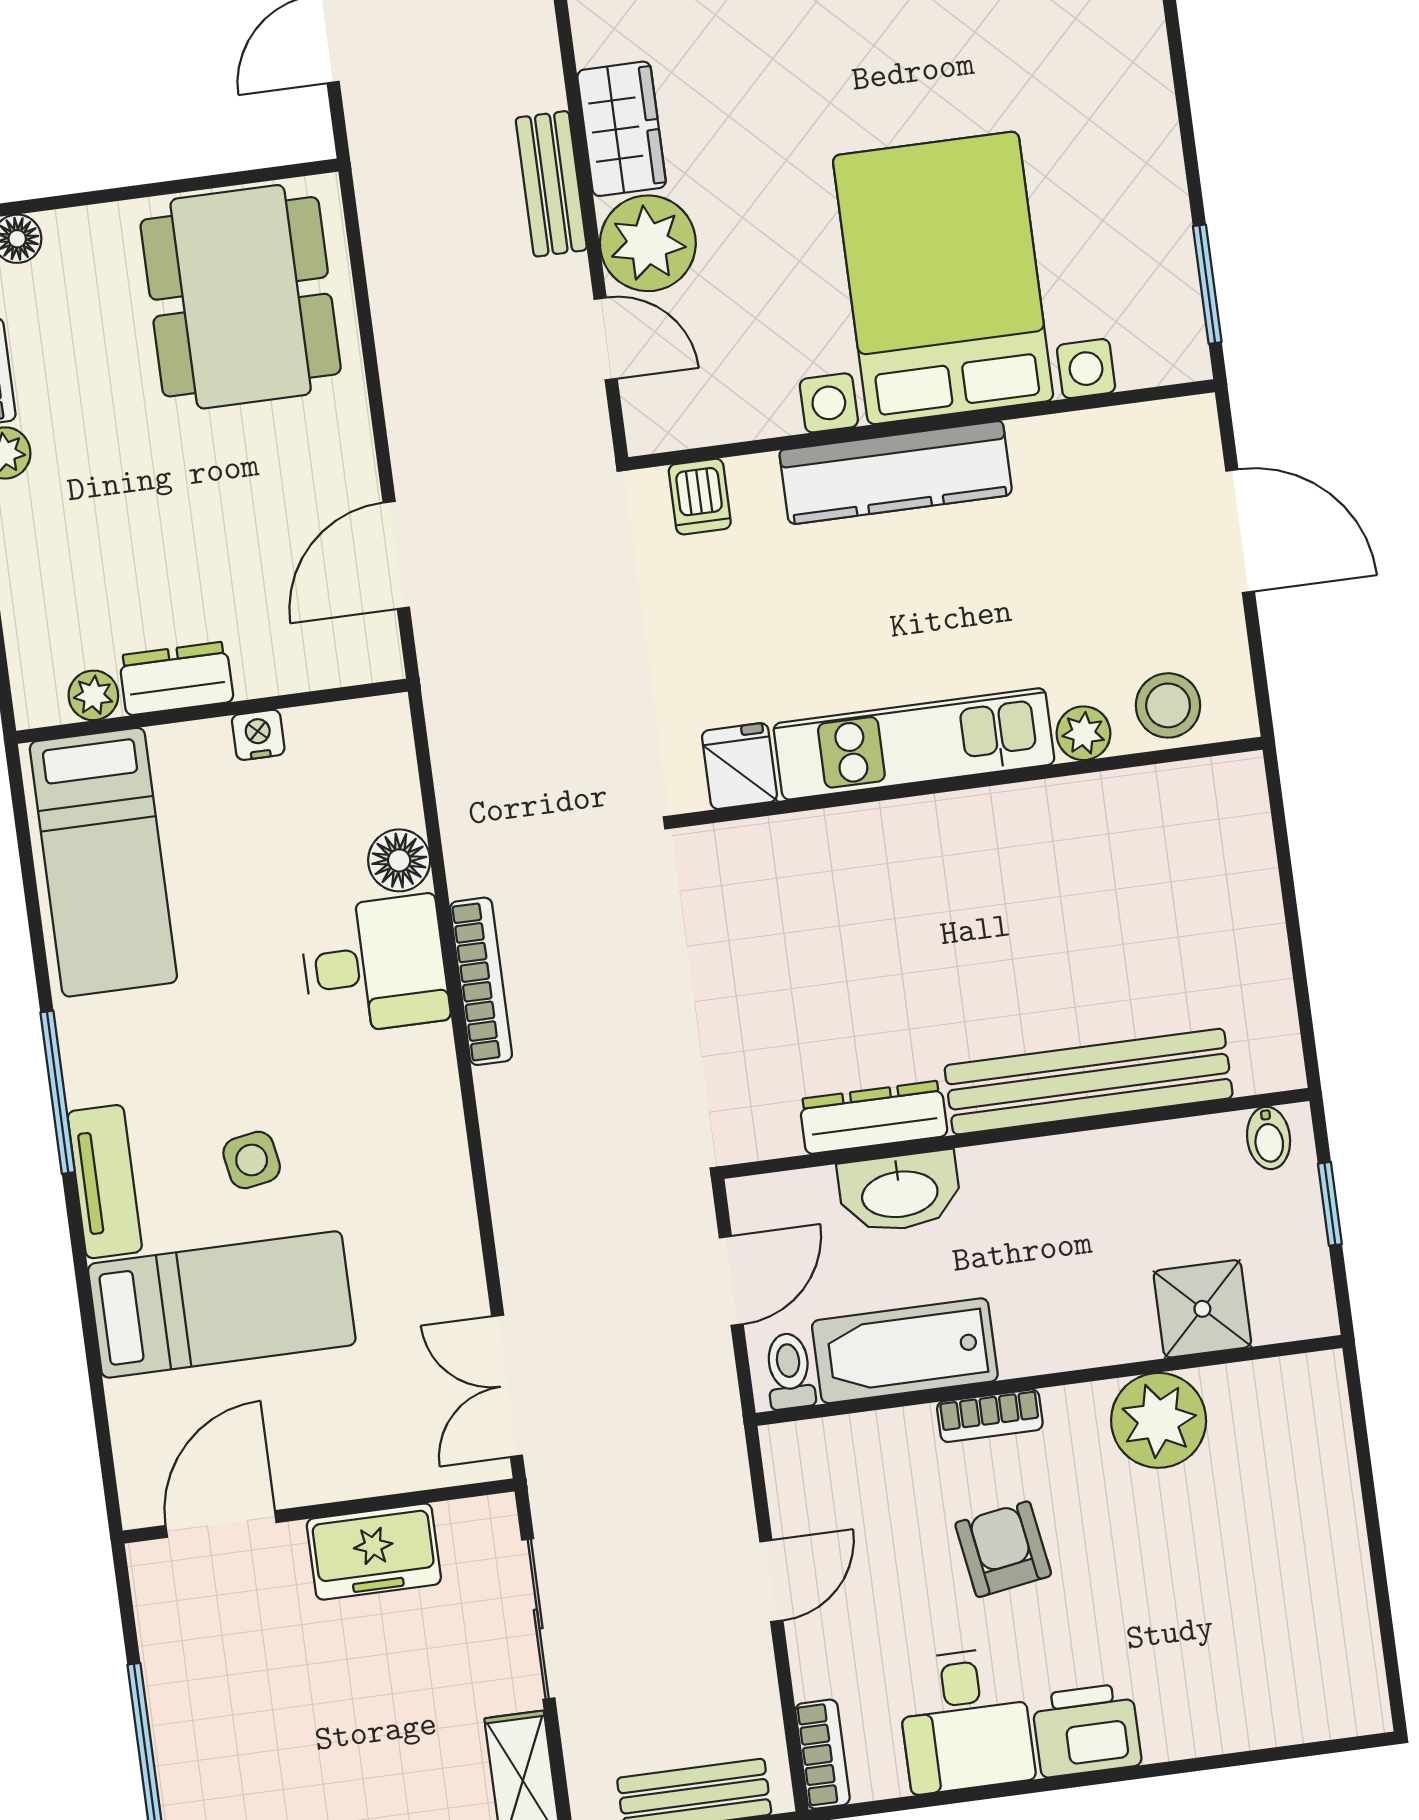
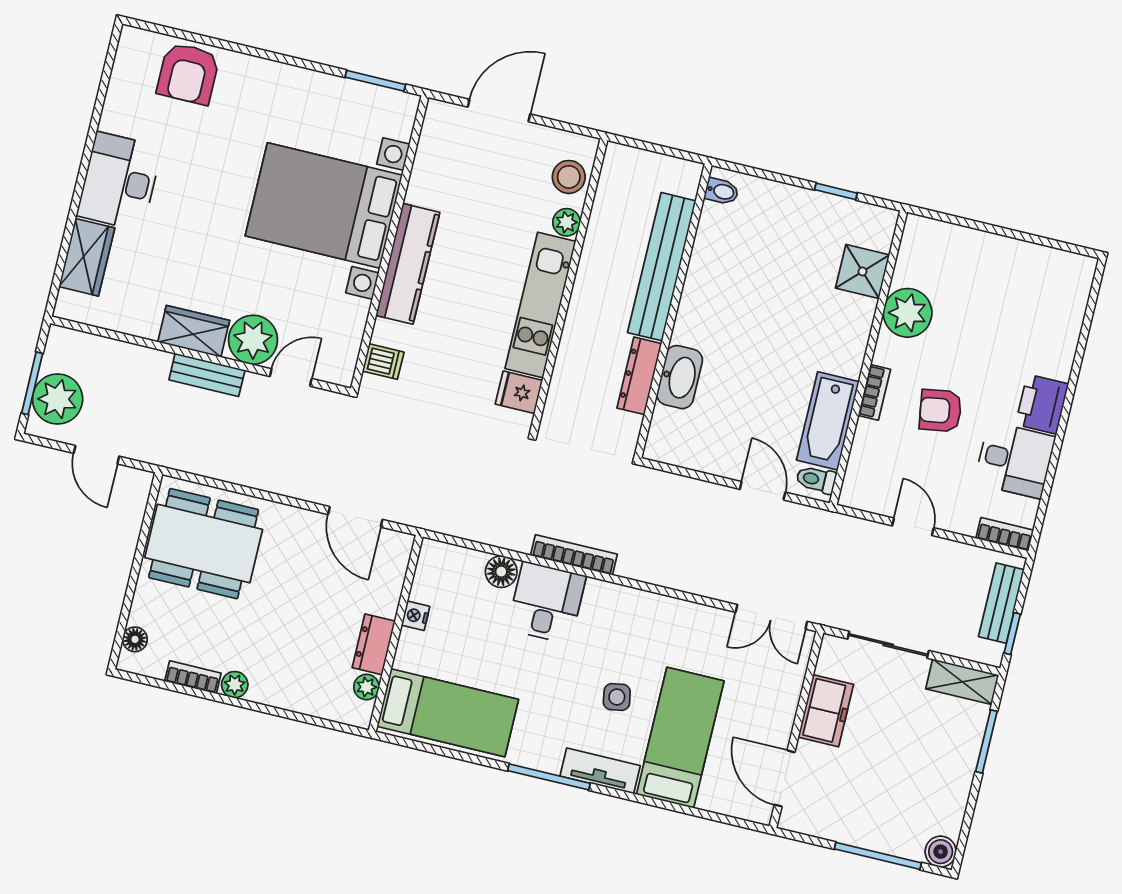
bench: (1089, 1082) -> (662, 267), moved
dresser: (873, 1117) -> (639, 376), moved
wall: (1016, 1133) -> (673, 311), moved
bidet: (1269, 1138) -> (722, 191), moved
washbasin: (900, 1192) -> (680, 377), moved

